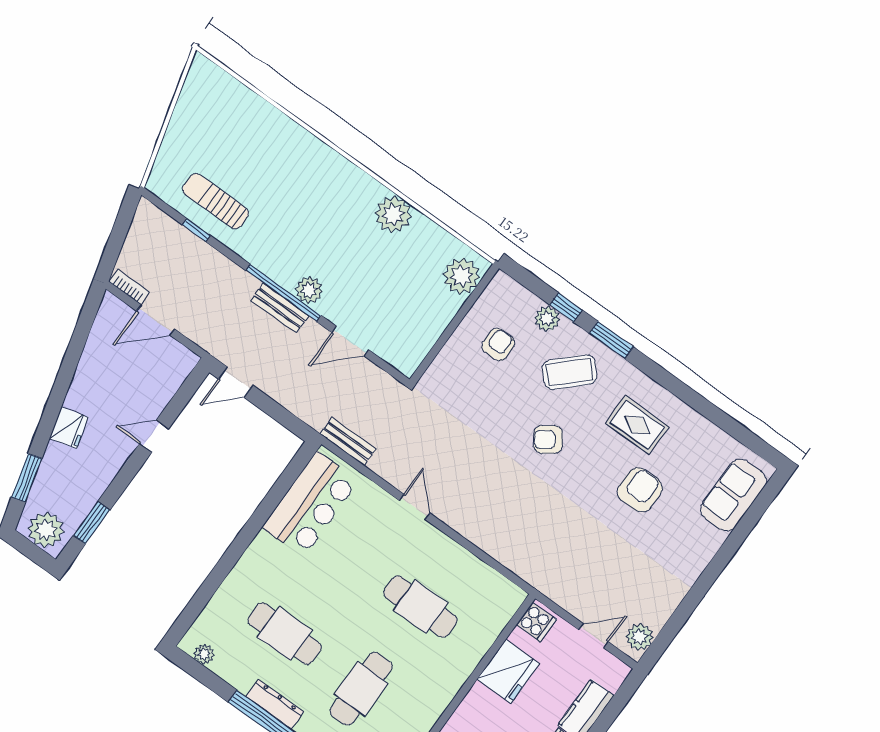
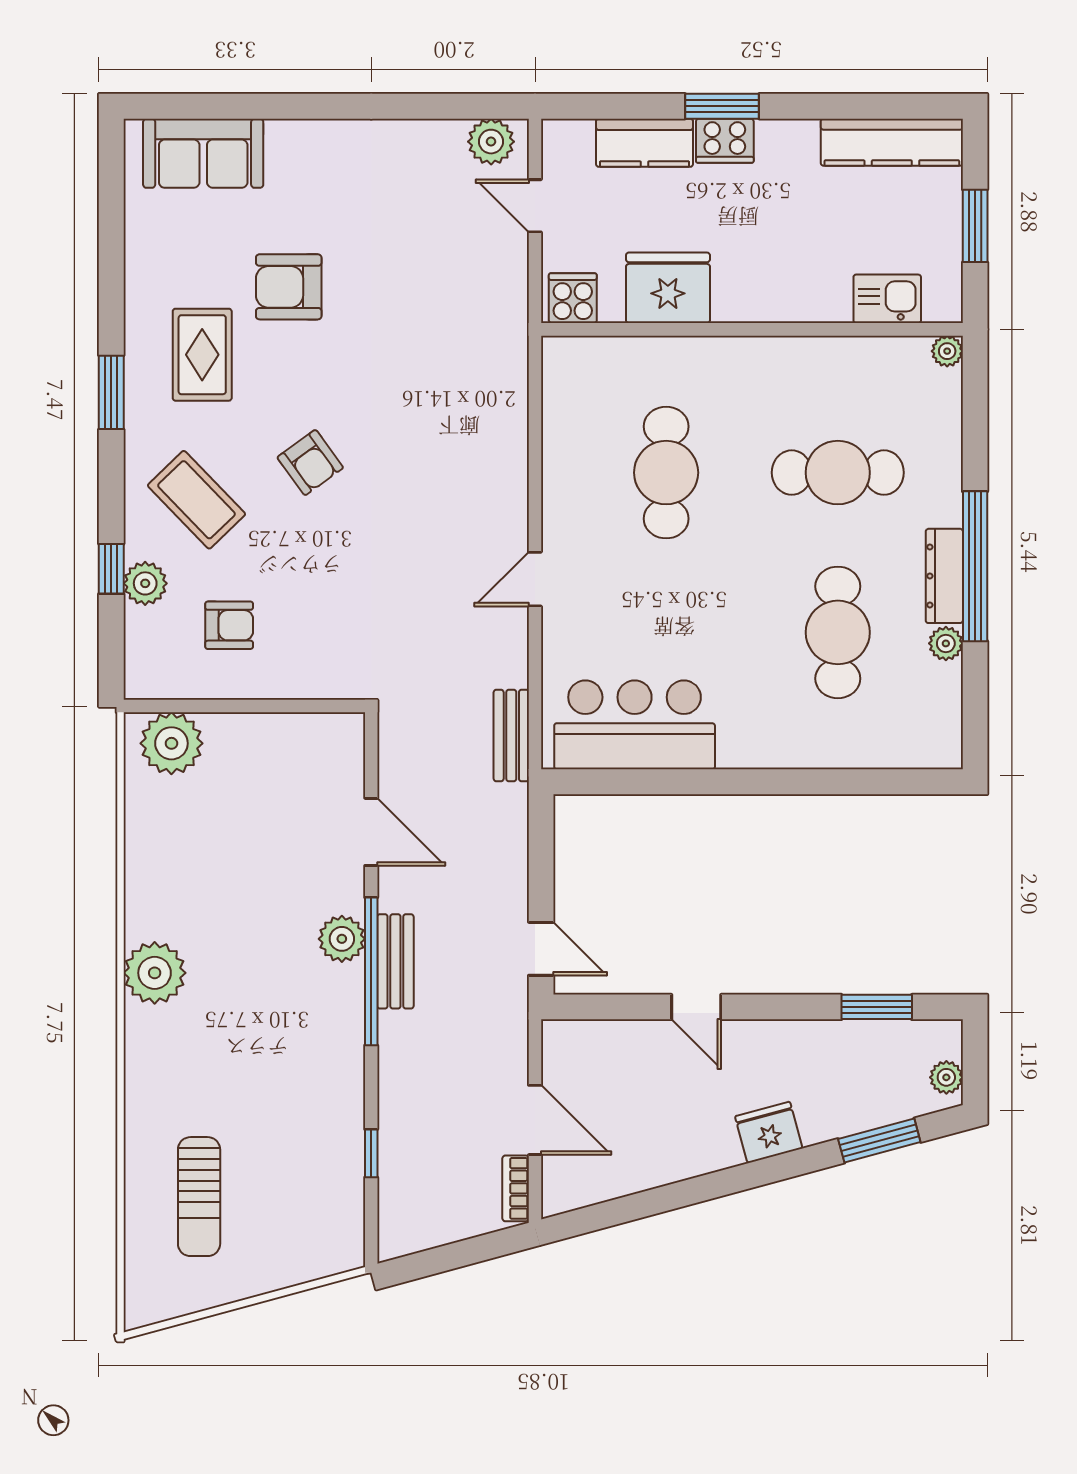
sun lounger: (216, 201) -> (199, 1197), moved
plant: (393, 214) -> (155, 973), moved
window: (611, 340) -> (111, 392), moved
armchair: (498, 344) -> (229, 625), turned 180
plant: (46, 530) -> (946, 1077), width x0.53, depth x0.53
plant: (204, 654) -> (946, 643), moved

